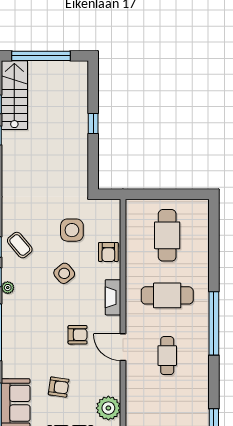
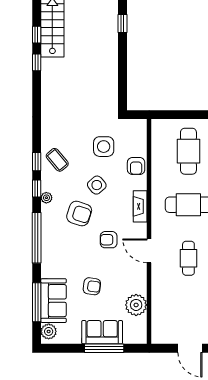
window: (93, 123) -> (123, 24), moved
armchair: (44, 305) -> (79, 214), added
armchair: (78, 335) -> (109, 240), turned 180

